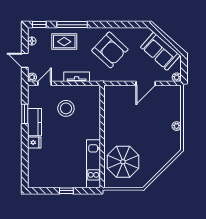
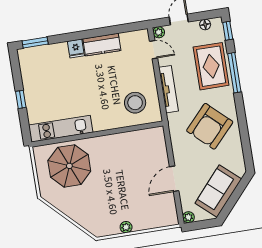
rug: (64, 42) -> (211, 66), width x1.36, depth x1.43
tv unit: (77, 77) -> (168, 89), width x1.41
door: (146, 83) -> (174, 179), hinge flipped
stool: (66, 108) -> (135, 103), moved
window: (25, 114) -> (35, 43), moved

